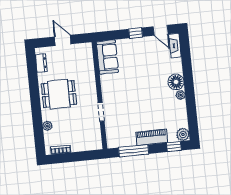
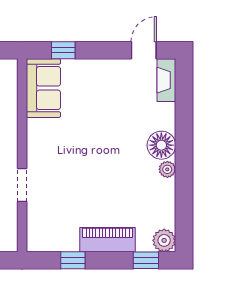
door: (161, 30) -> (144, 50), swing flipped
window: (136, 33) -> (63, 50), moved
window: (134, 151) -> (73, 260), width x0.46

